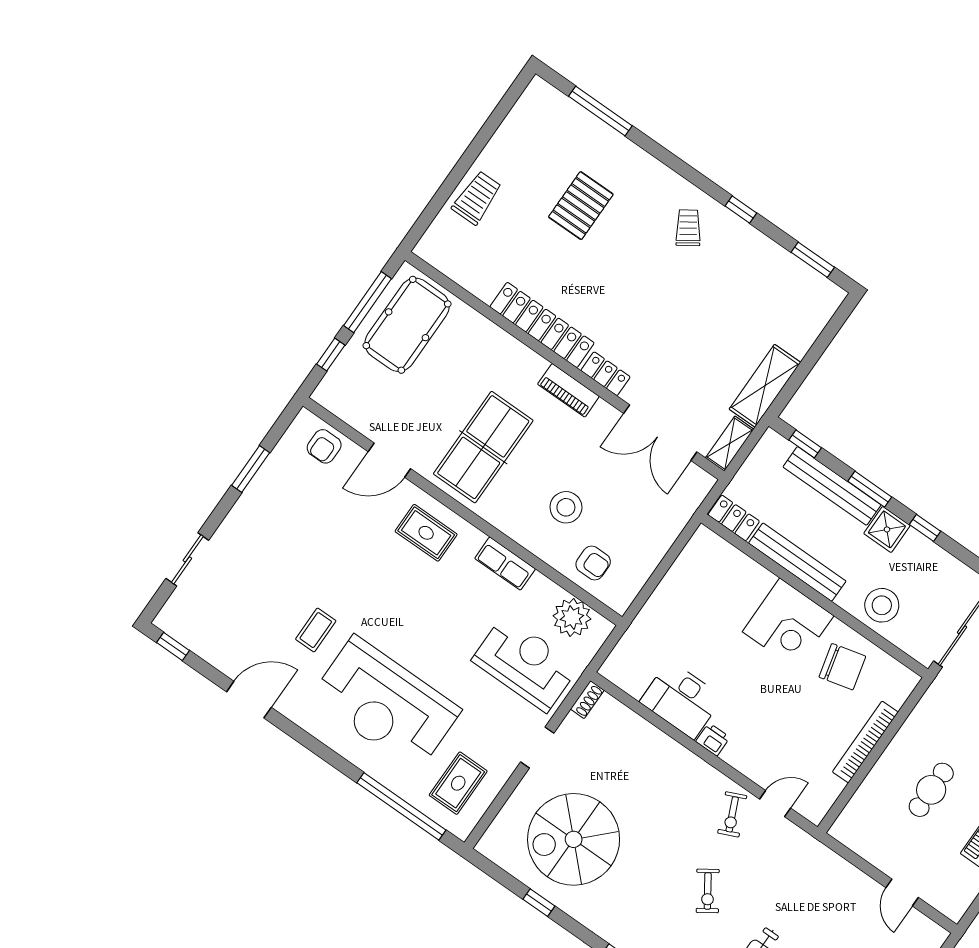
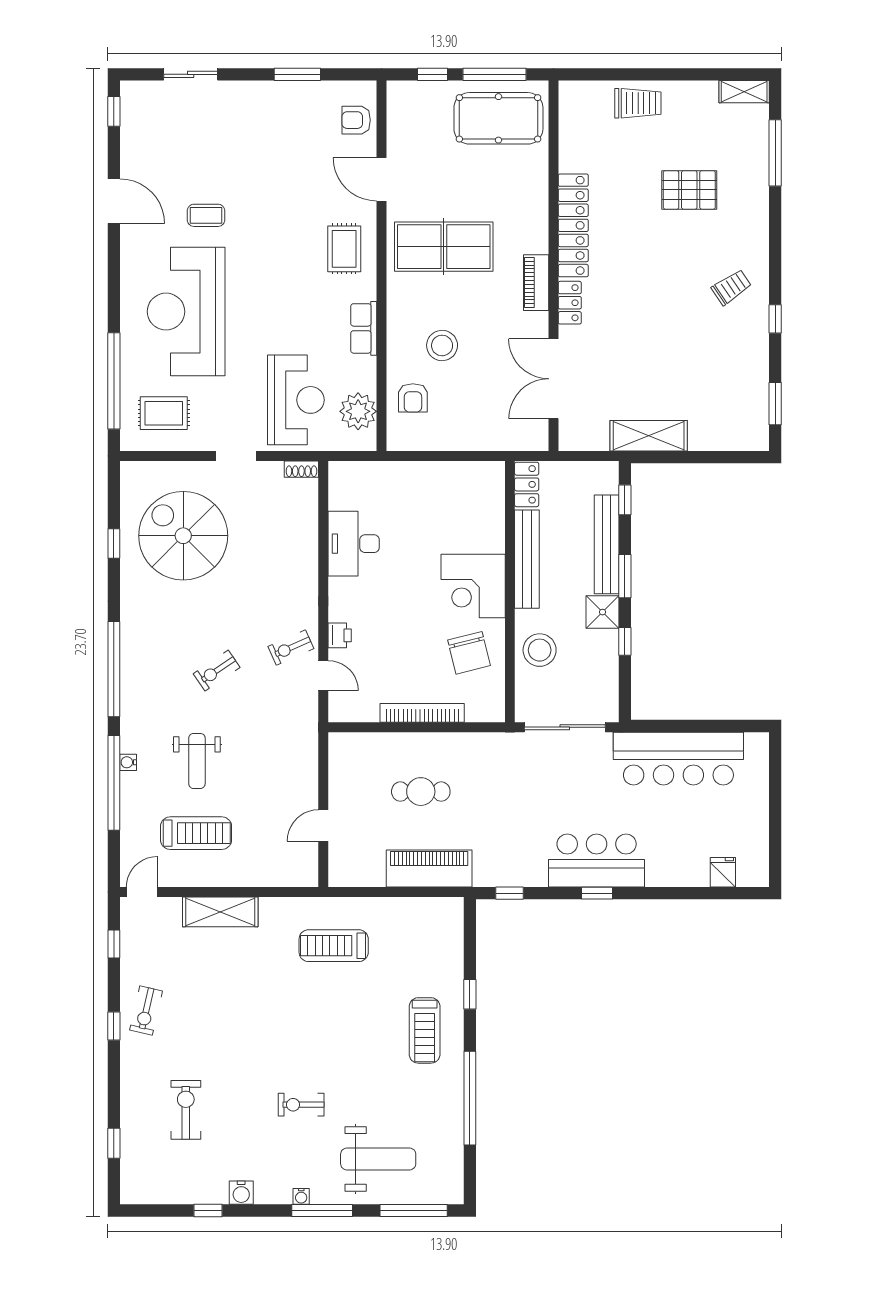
shelving: (730, 444) -> (744, 92), moved
printer: (713, 739) -> (340, 635), moved

